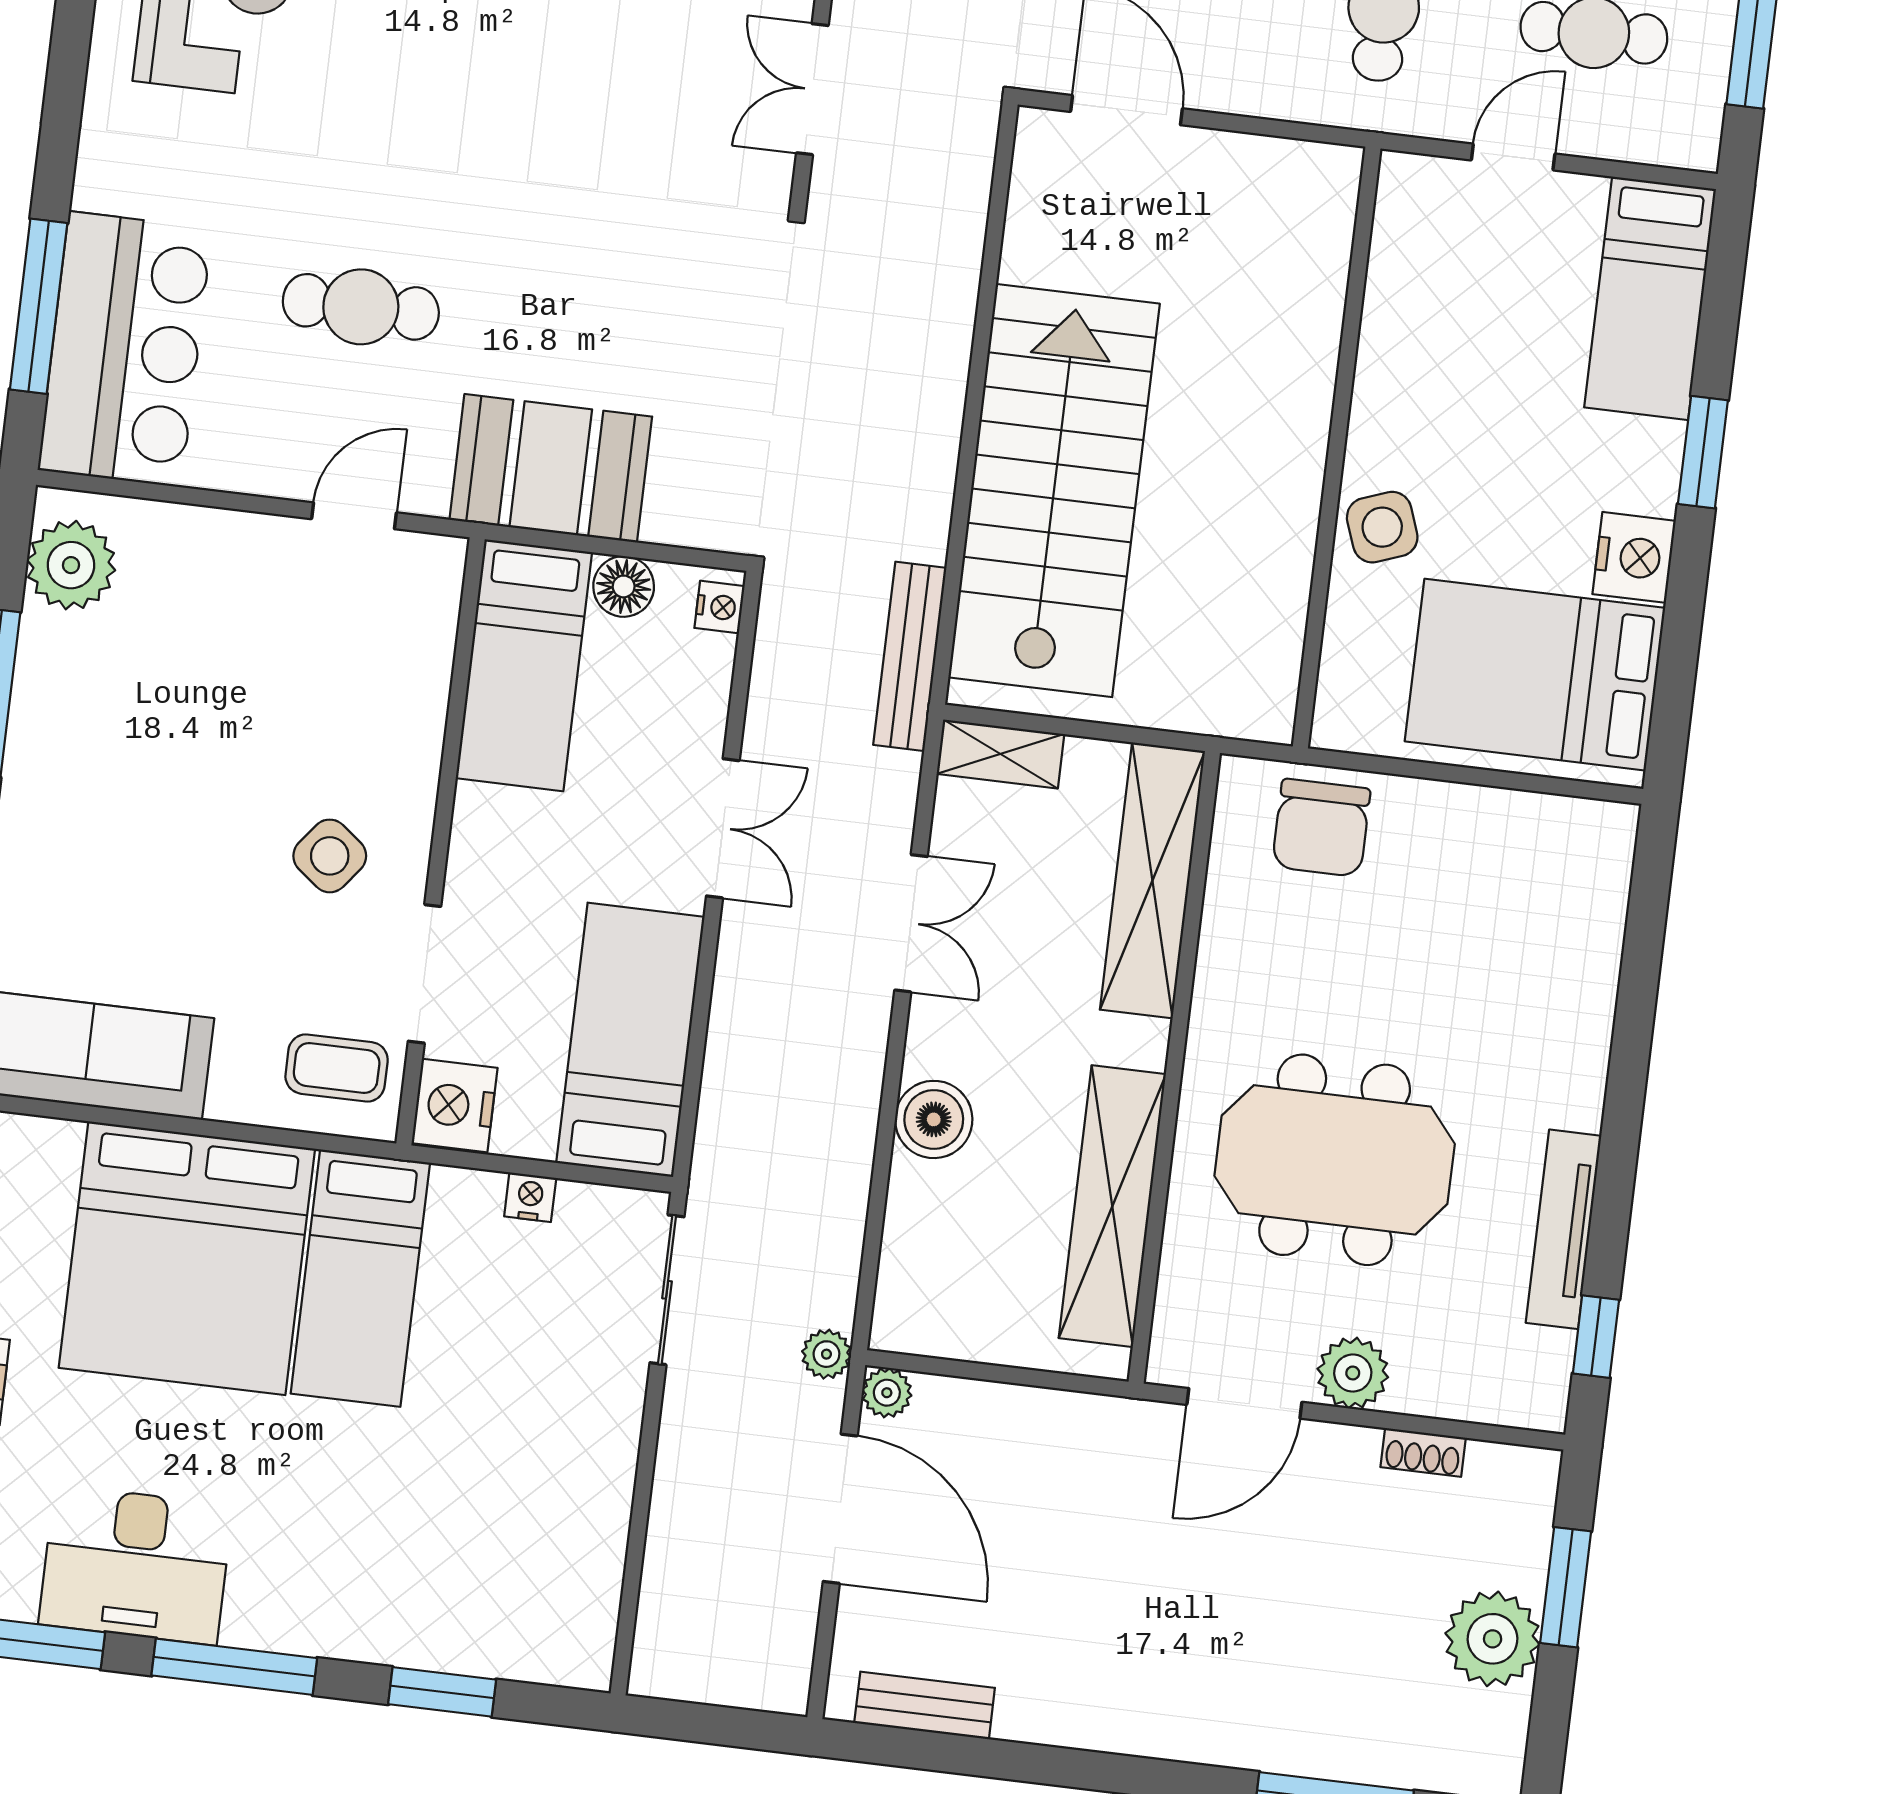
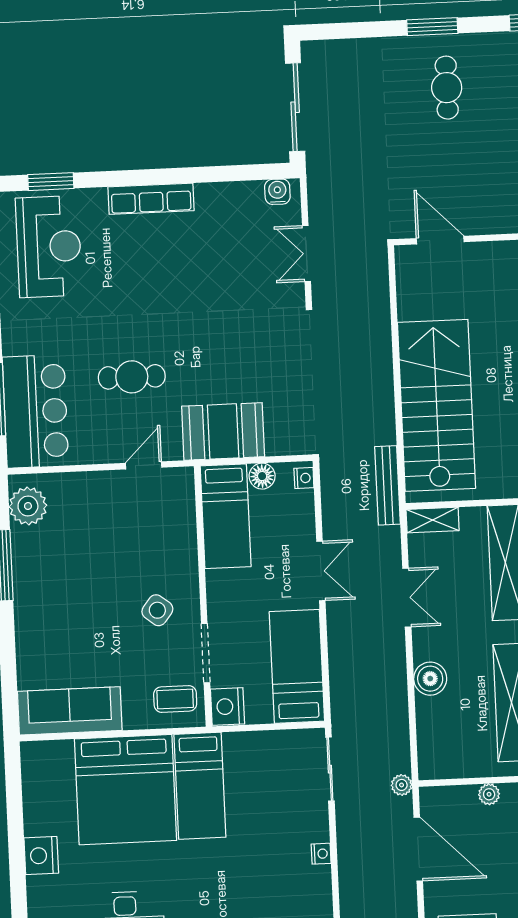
nightstand: (530, 1197) -> (321, 854), moved, turned 90
plant: (887, 1393) -> (489, 794), moved

